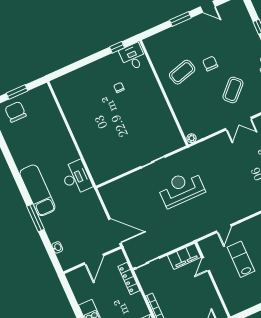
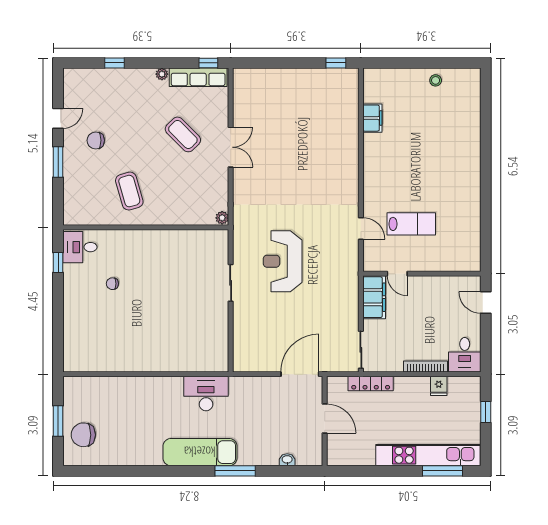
chair: (210, 64) -> (96, 140), moved
lab bench: (241, 259) -> (411, 224), turned 180

